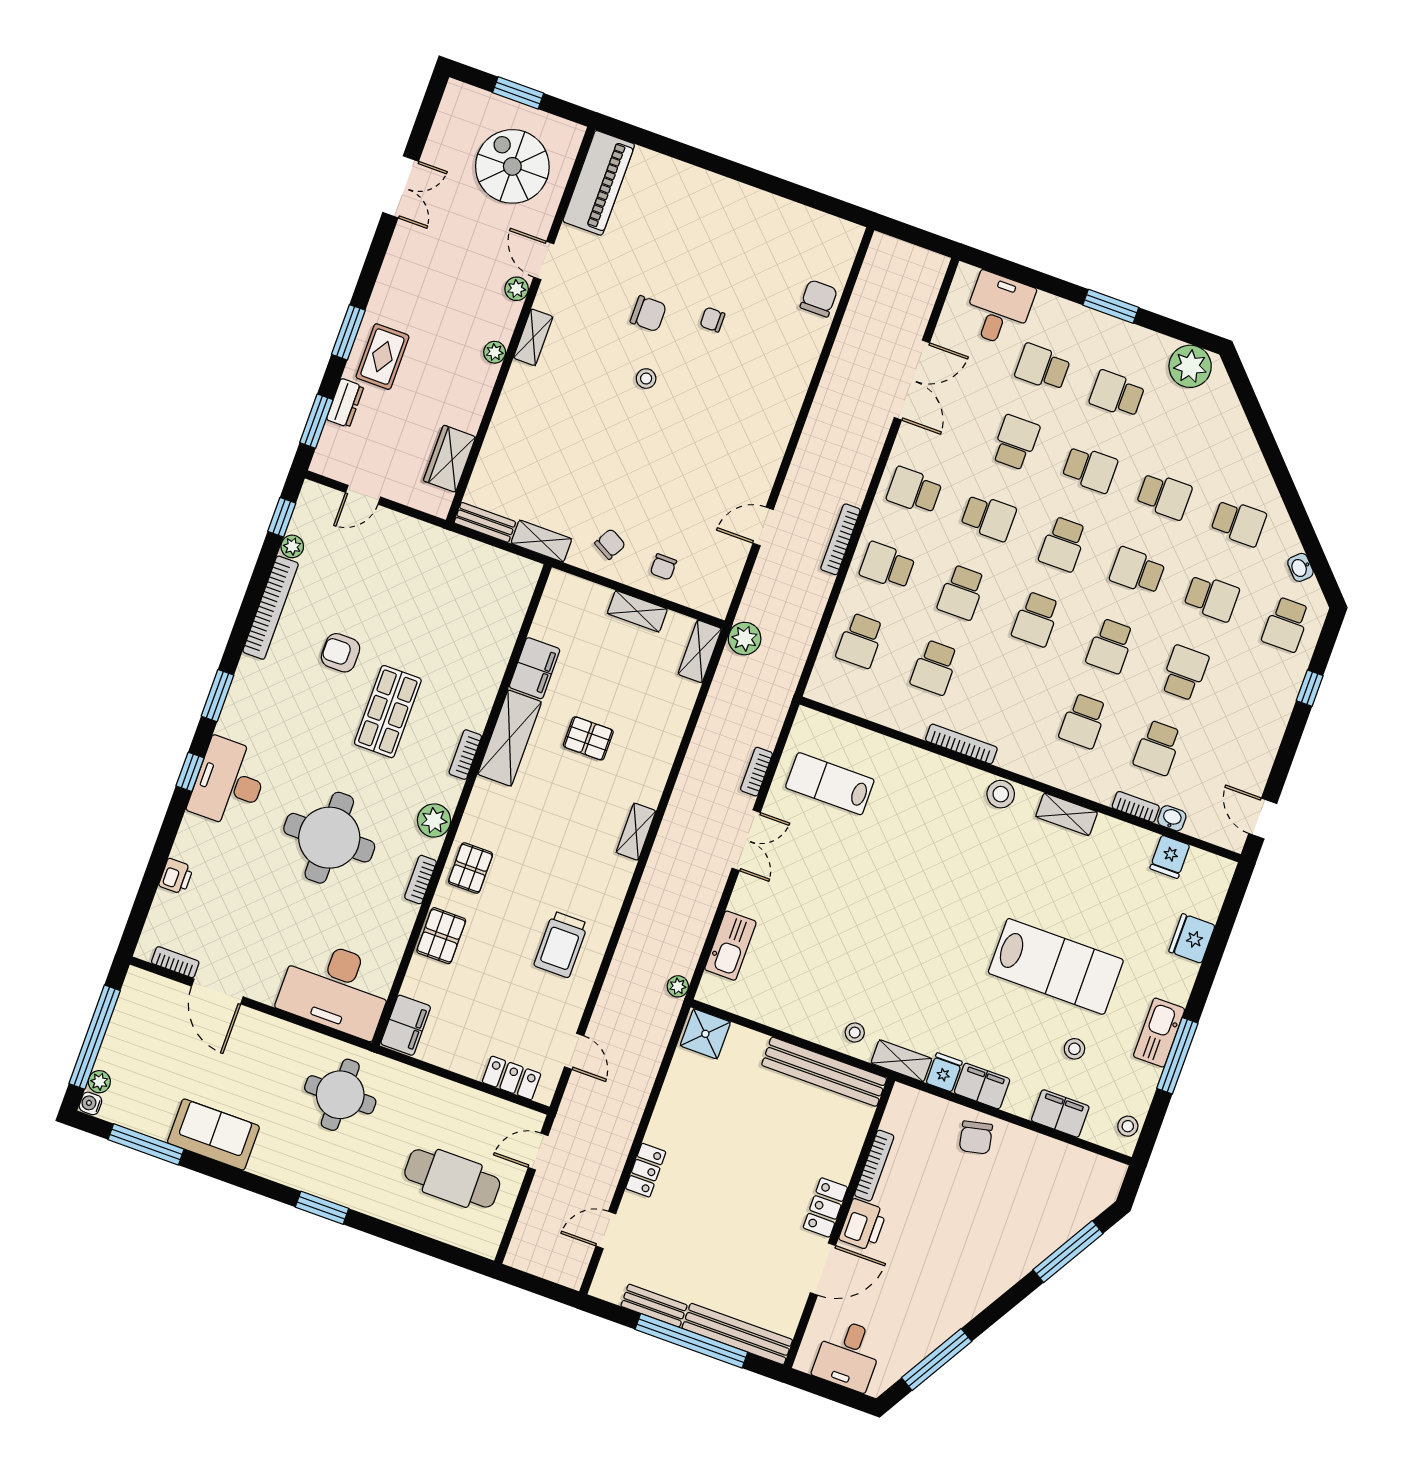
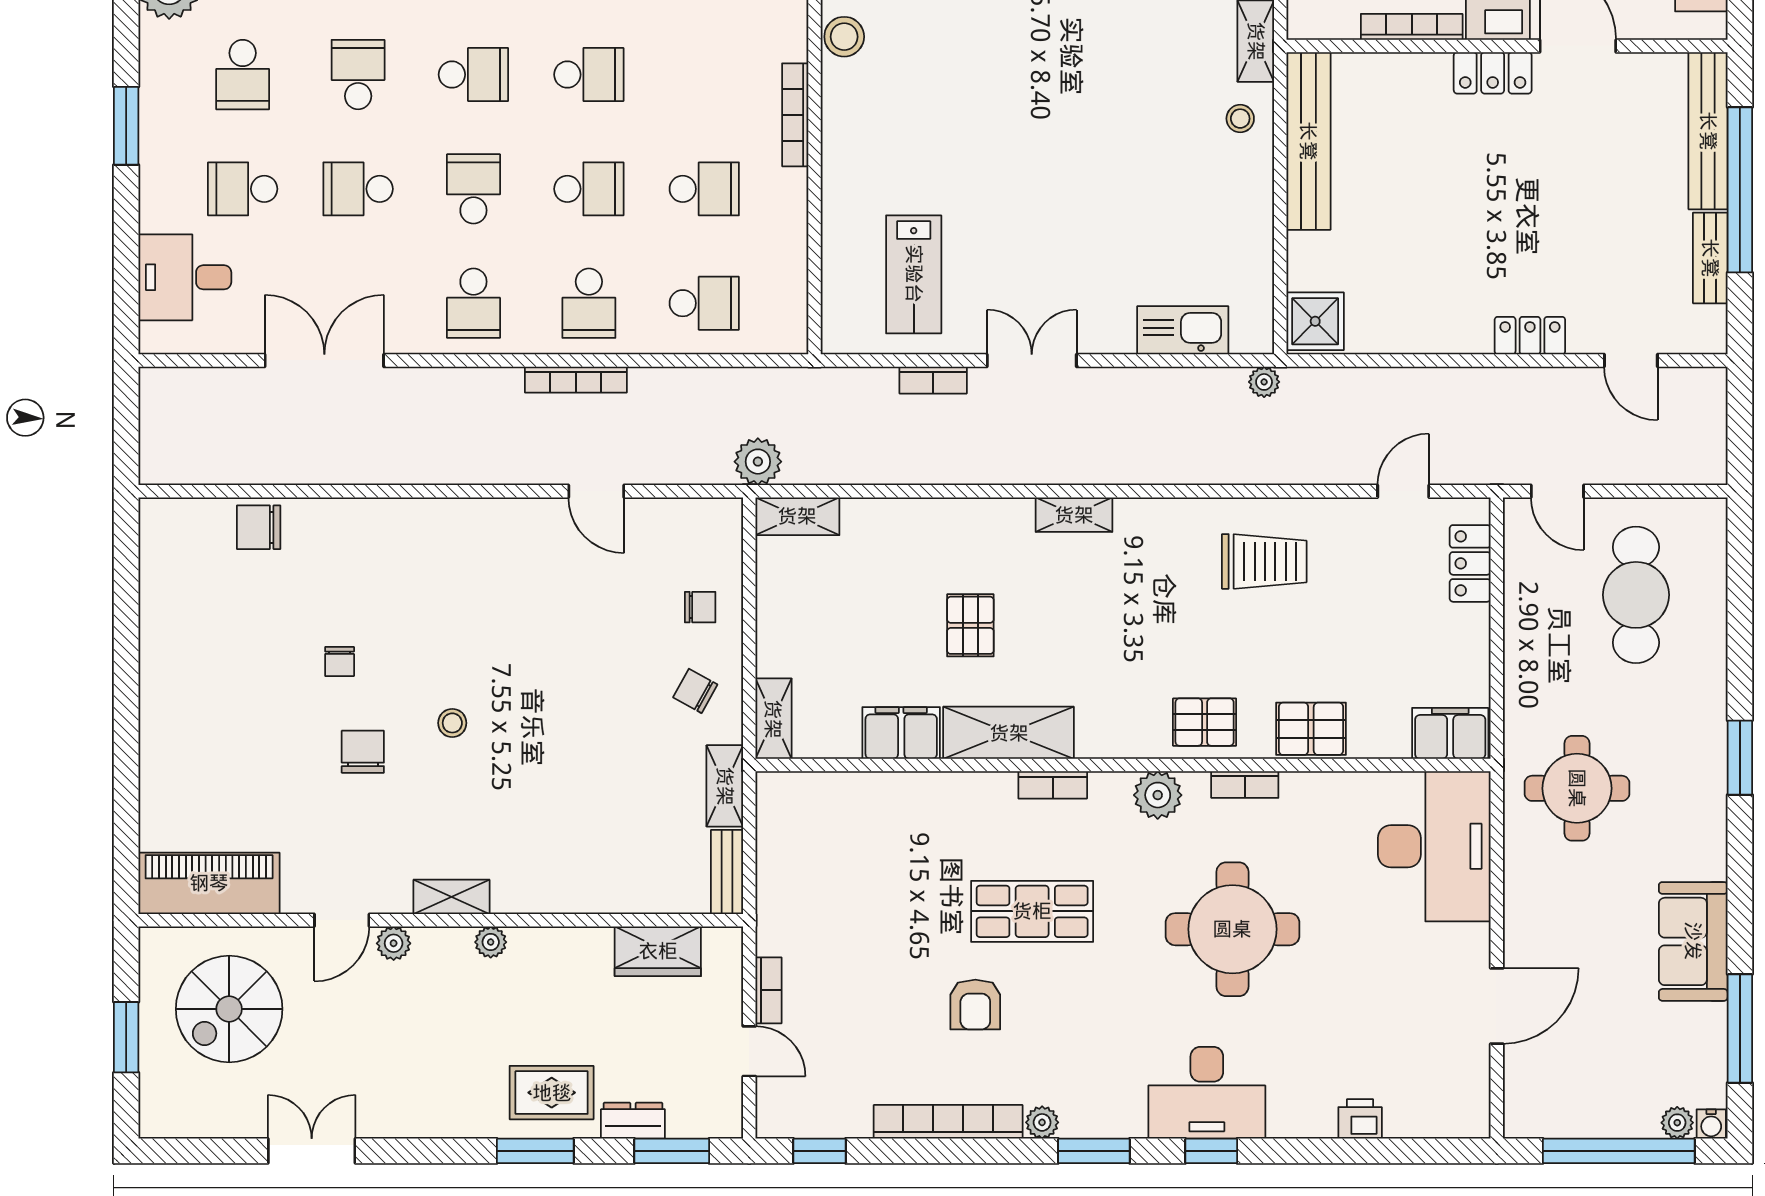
school desk: (1043, 367) -> (243, 189), turned 90
plant: (292, 546) -> (1042, 1122), moved
shelving: (637, 611) -> (773, 719), moved
bookcase: (175, 962) -> (768, 990), moved, turned 180

